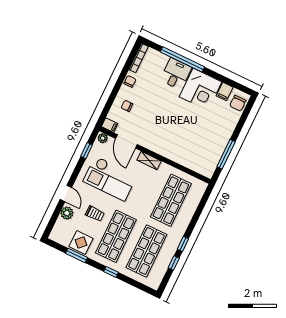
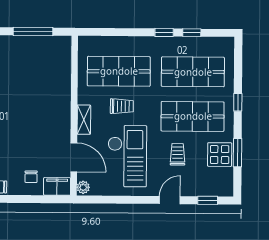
filing cabinet: (110, 125) -> (57, 186), width x2.00
door: (126, 141) -> (74, 157), hinge flipped
window: (86, 151) -> (208, 200), moved
trolley: (146, 191) -> (122, 106), added
plant: (67, 213) -> (192, 188), removed

